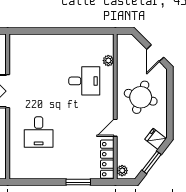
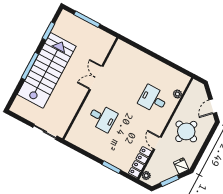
desk: (84, 81) -> (153, 99), turned 180
door: (115, 128) -> (157, 143), hinge flipped
desk: (39, 132) -> (102, 118), turned -90

